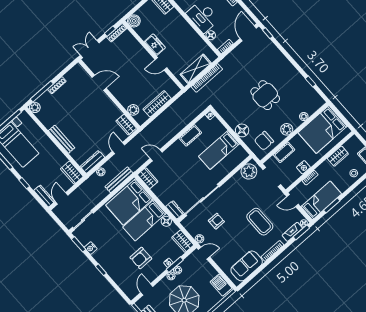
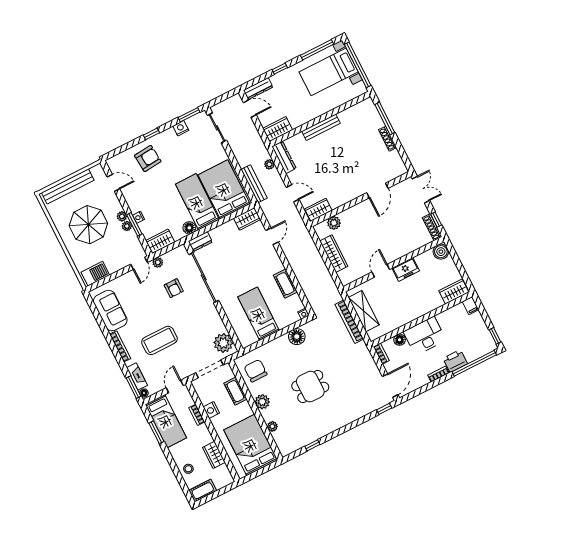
door: (248, 33) -> (390, 386), hinge flipped
plant: (35, 107) -> (368, 105), removed
floor lamp: (242, 130) -> (297, 337), moved
armchair: (141, 258) -> (148, 159), moved, turned 85

